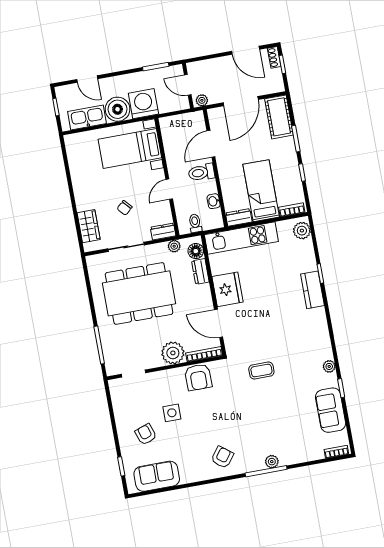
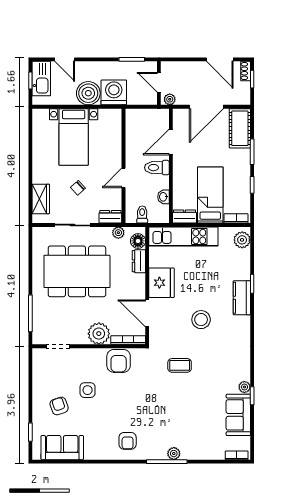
kitchen sink: (87, 118) -> (41, 79), moved, turned 90
bed with nightstands: (130, 149) -> (74, 137), moved, turned -90
stool: (275, 320) -> (201, 320), added
plant: (329, 366) -> (244, 387), moved
armchair: (222, 457) -> (128, 441), turned 143

